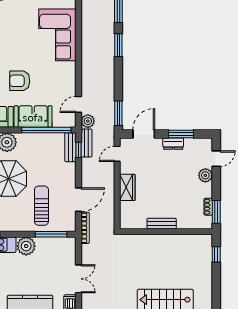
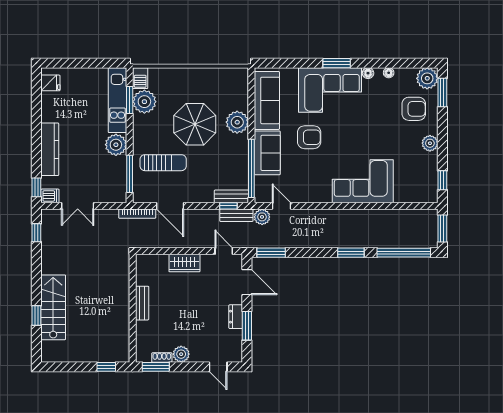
armchair: (20, 81) -> (309, 137), turned 90
plant: (205, 175) -> (181, 354), moved

